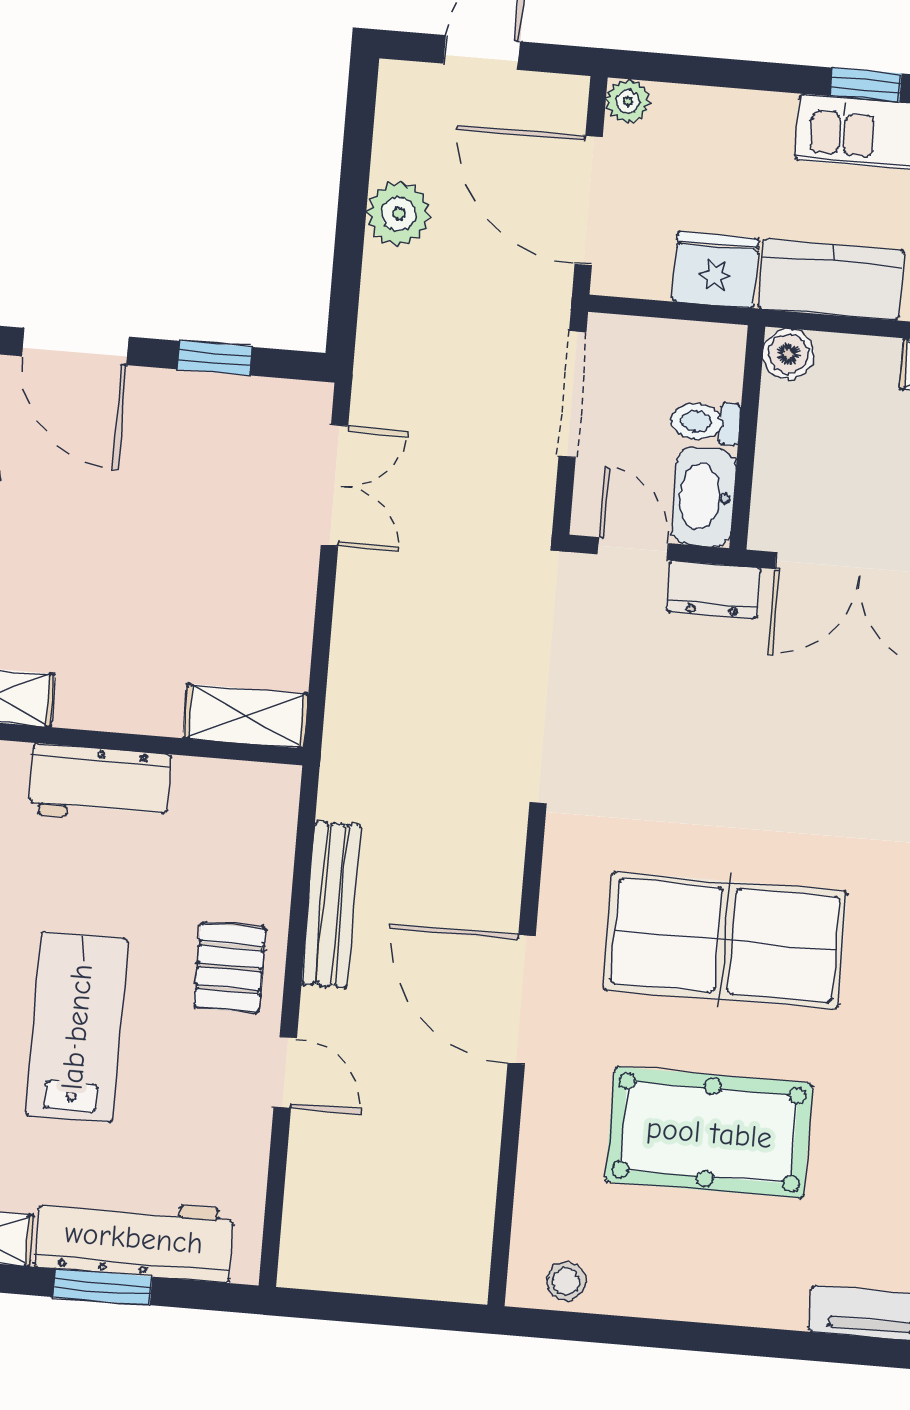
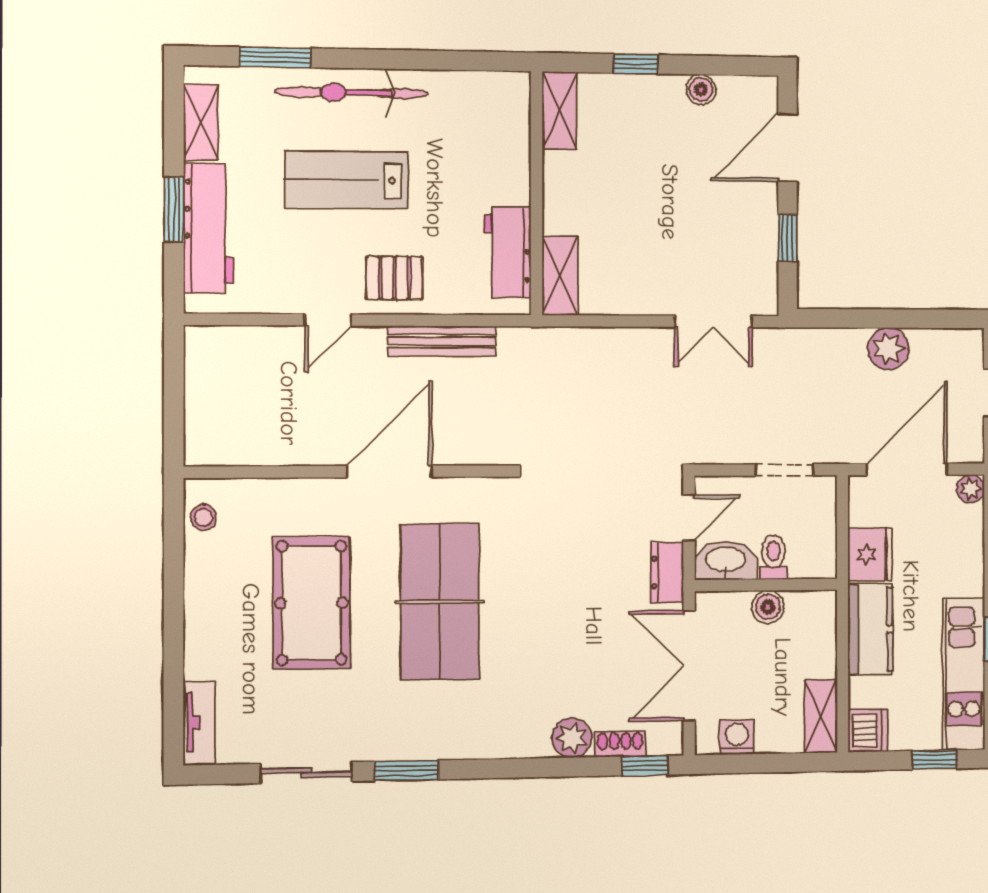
boiler: (788, 354) -> (768, 607), moved
doorway: (572, 394) -> (784, 470), width x0.73
workbench: (99, 784) -> (508, 252), moved
lab bench: (77, 1027) -> (346, 180), turned 180

